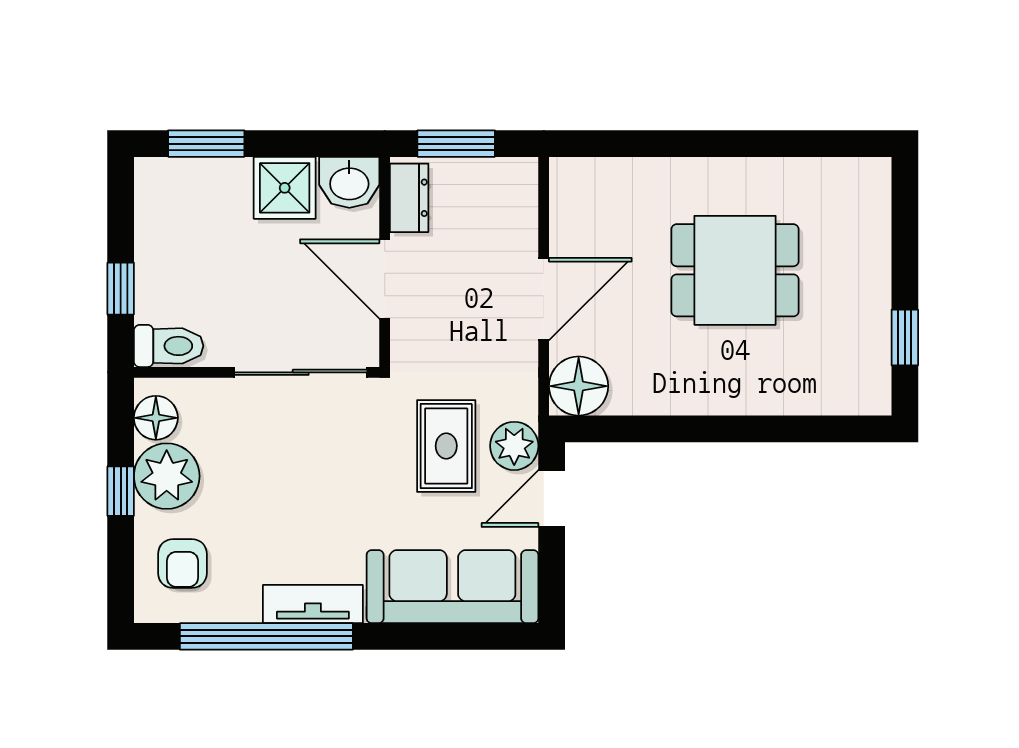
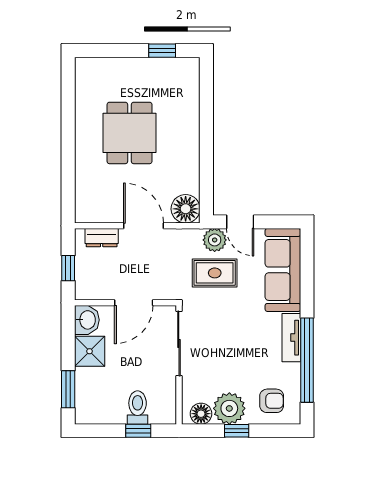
window: (456, 144) -> (68, 268), width x0.67
dresser: (409, 198) -> (102, 238), moved, turned 180
toilet: (169, 346) -> (138, 408), moved

